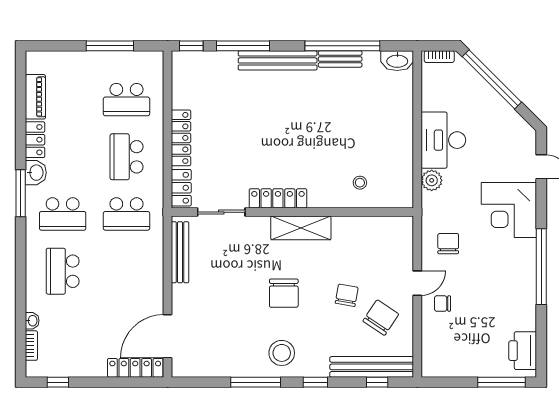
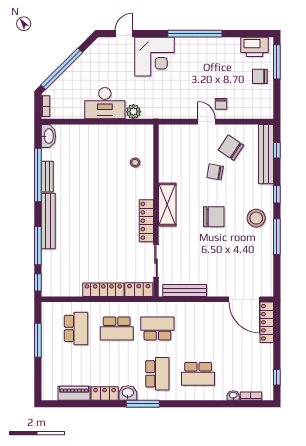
school desk: (127, 214) -> (157, 328), turned -90
chair: (448, 244) -> (260, 76), moved

